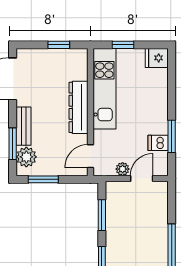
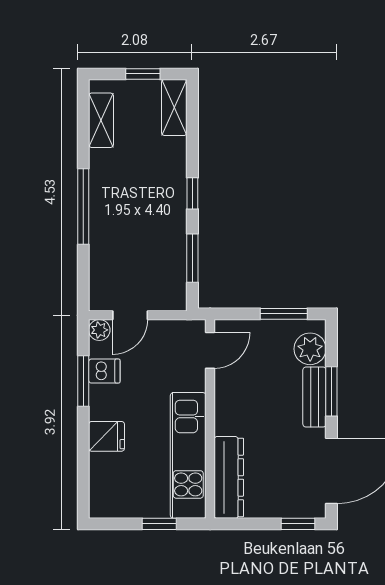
window: (59, 45) -> (298, 524), moved
fridge: (157, 58) -> (107, 436), moved
dresser: (78, 107) -> (229, 477), moved
window: (13, 144) -> (331, 391), moved
plant: (123, 169) -> (99, 330), moved

